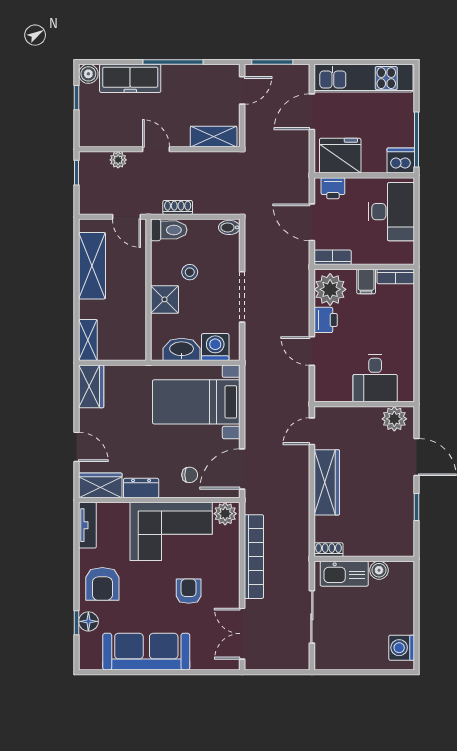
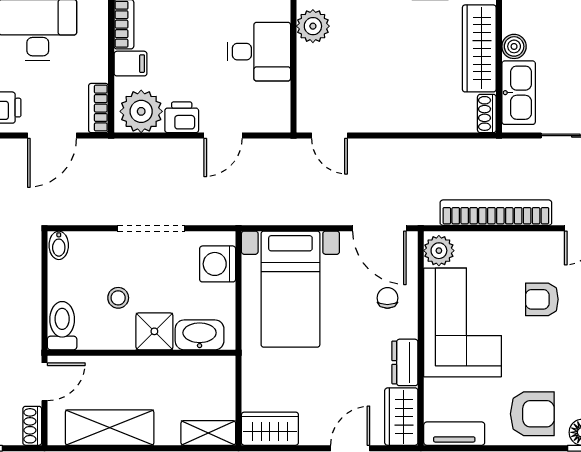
shoe rack: (178, 207) -> (32, 426), moved
washbasin: (182, 349) -> (200, 335), moved, turned 90
wardrobe: (327, 482) -> (479, 48), moved, turned -90

